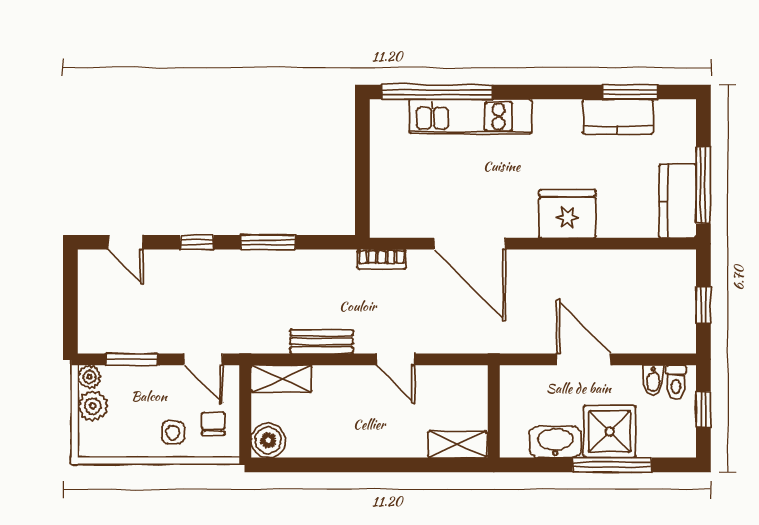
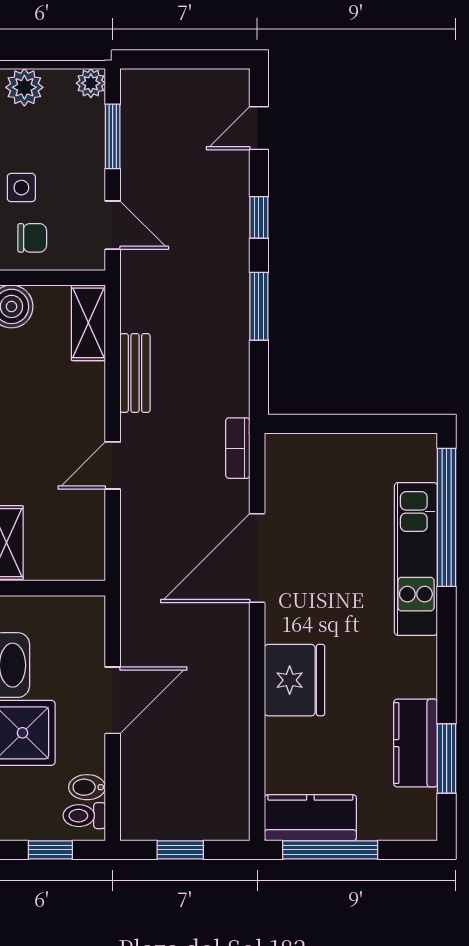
door: (203, 359) -> (113, 225), swing flipped
plant: (93, 406) -> (24, 87), moved

